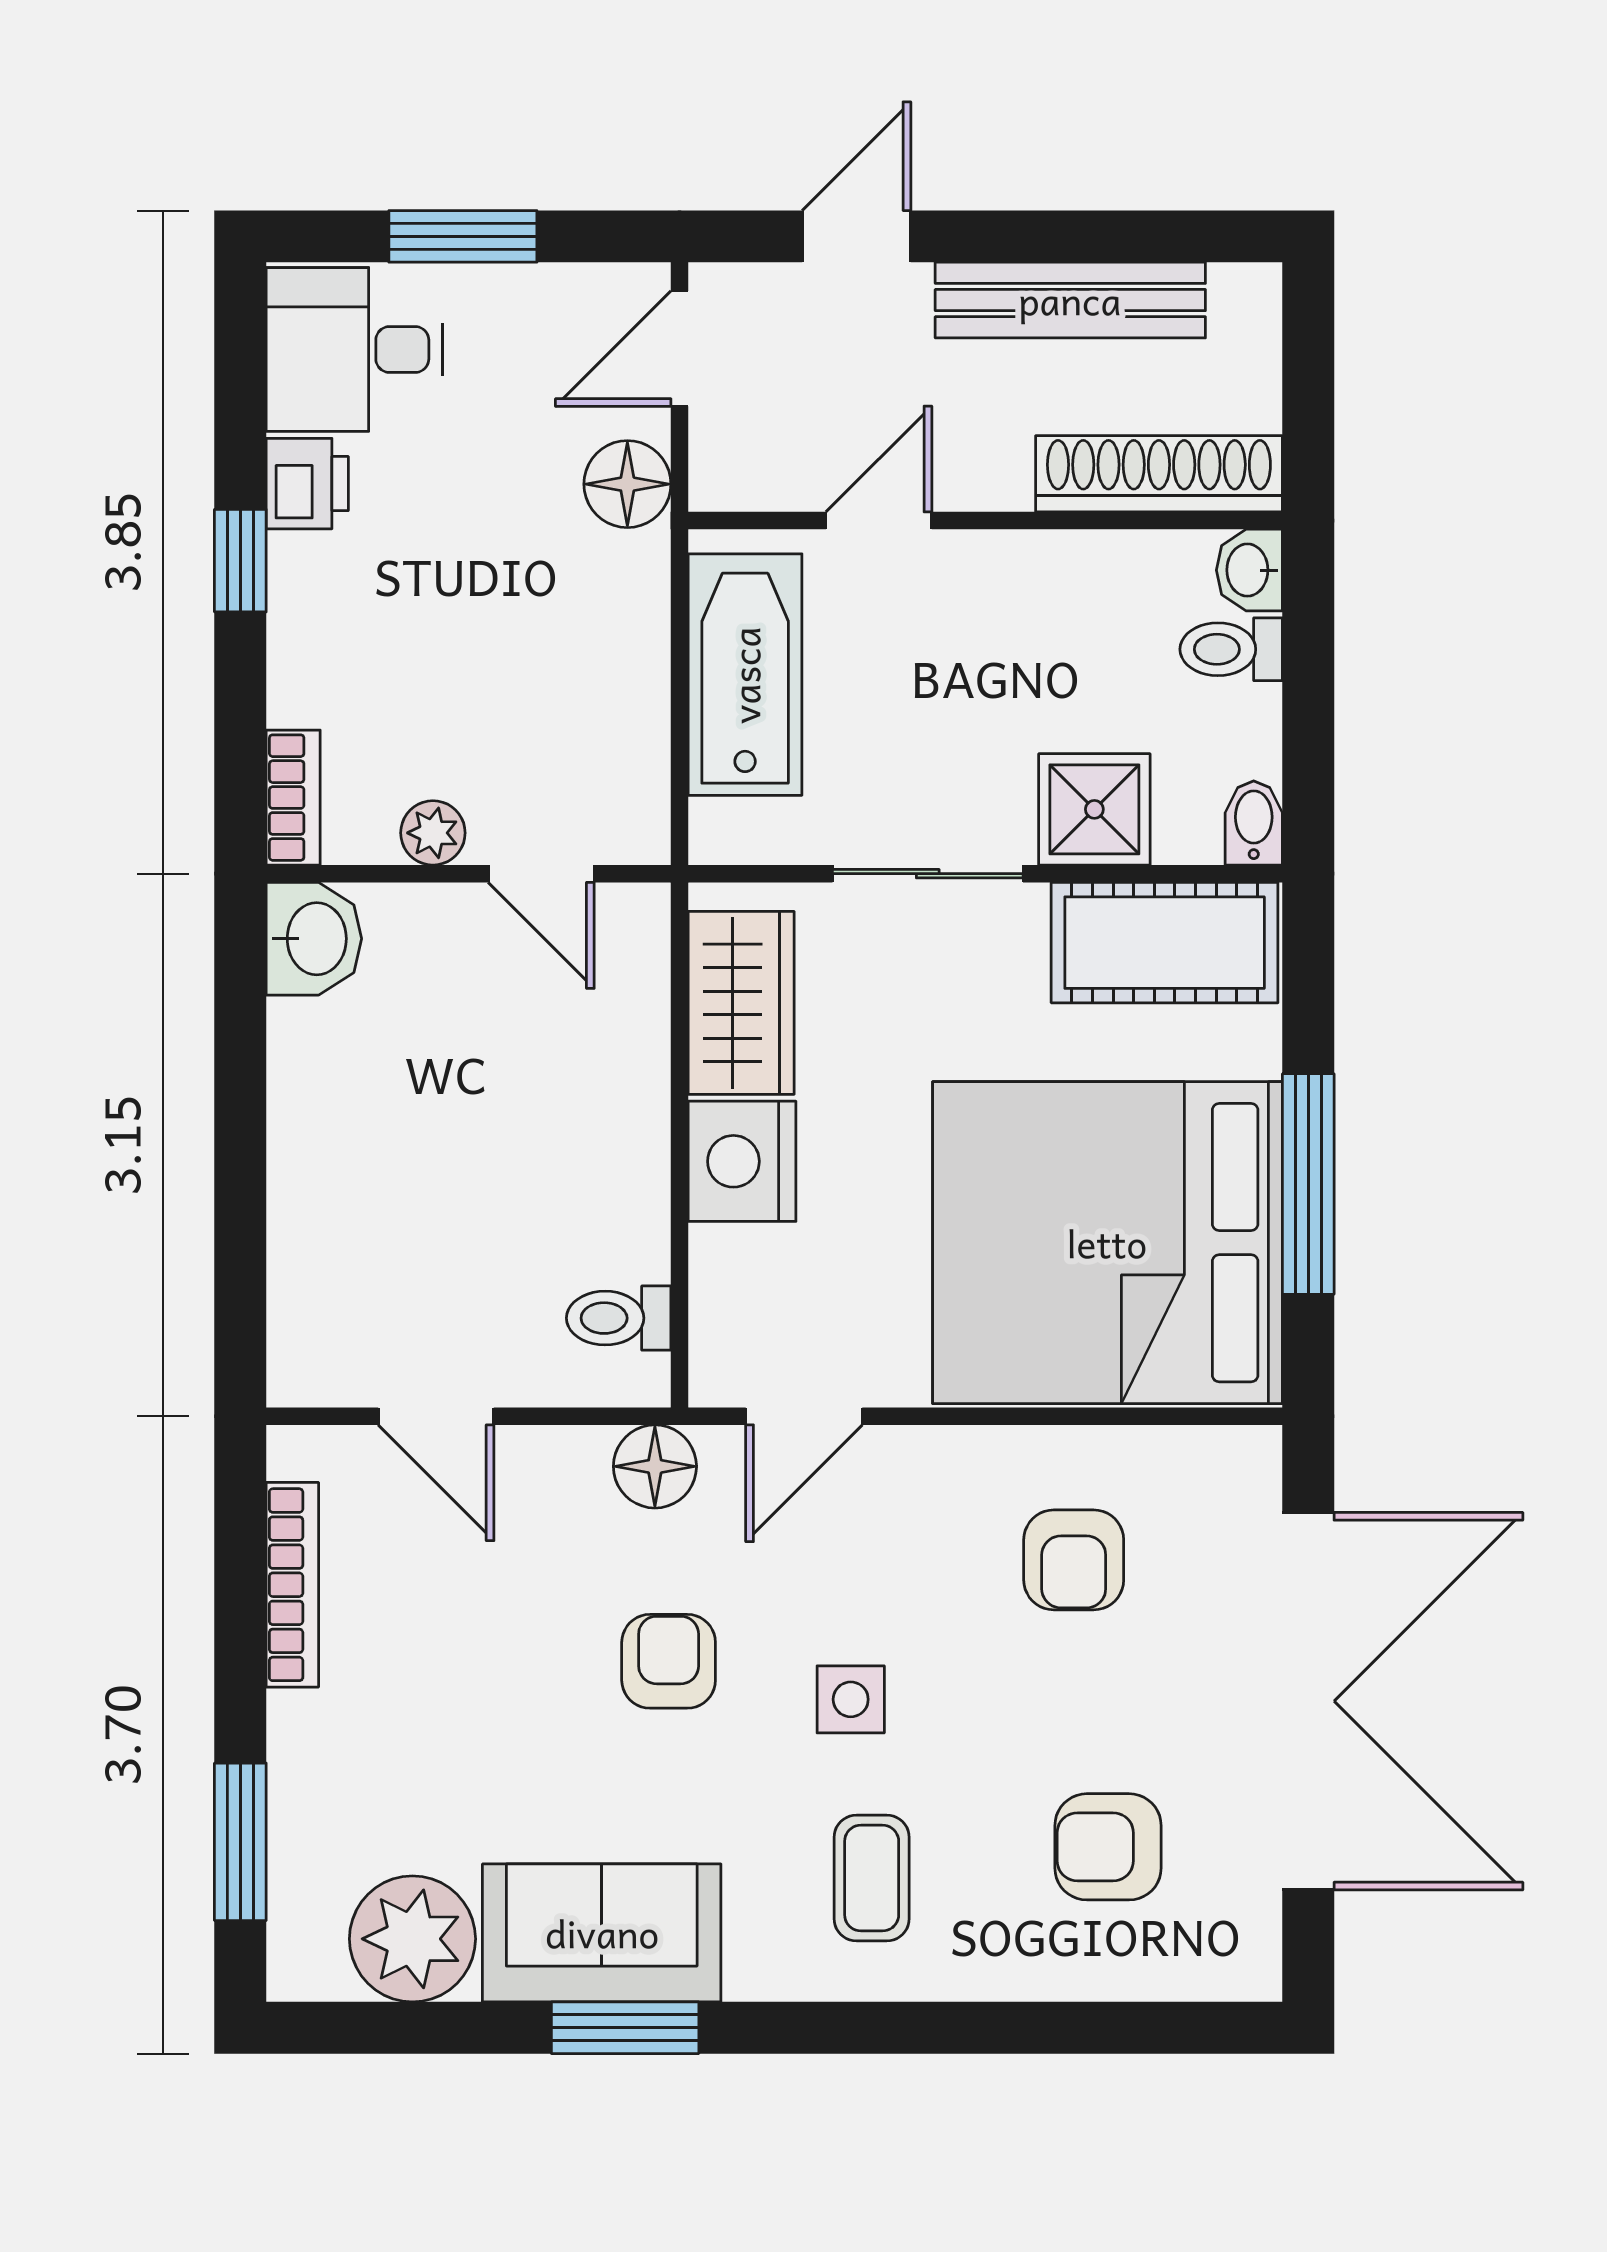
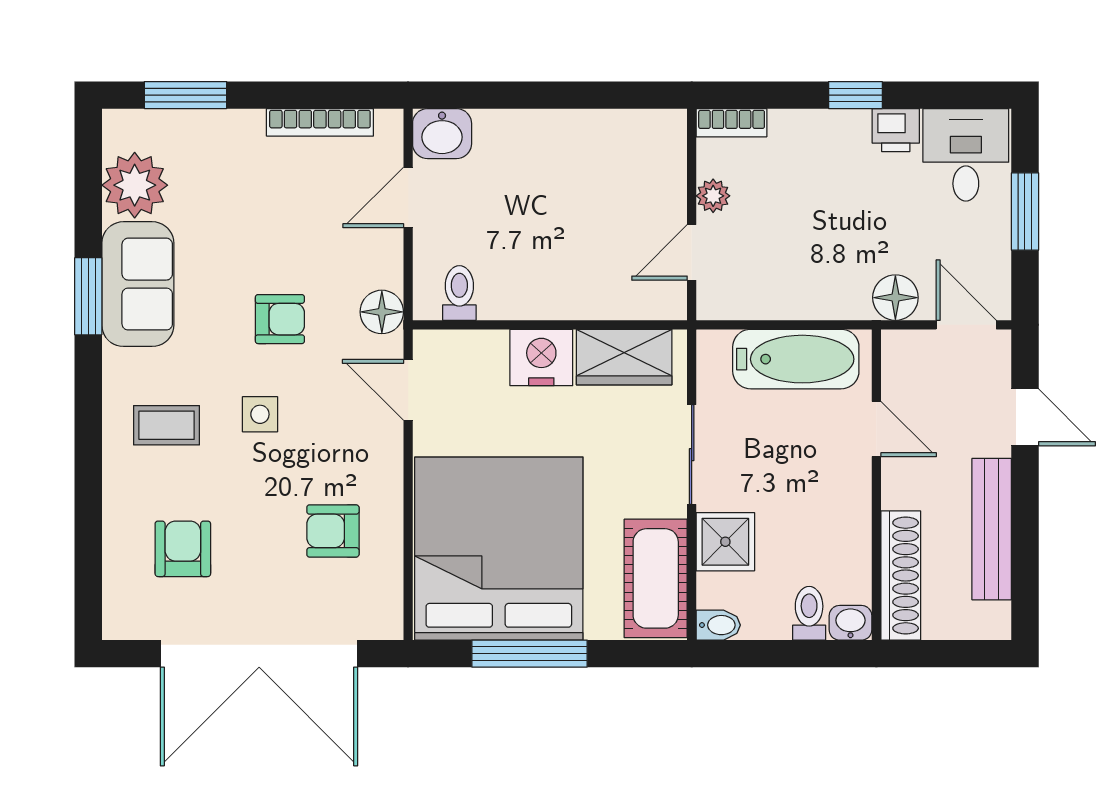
washbasin: (314, 939) -> (442, 134), moved

